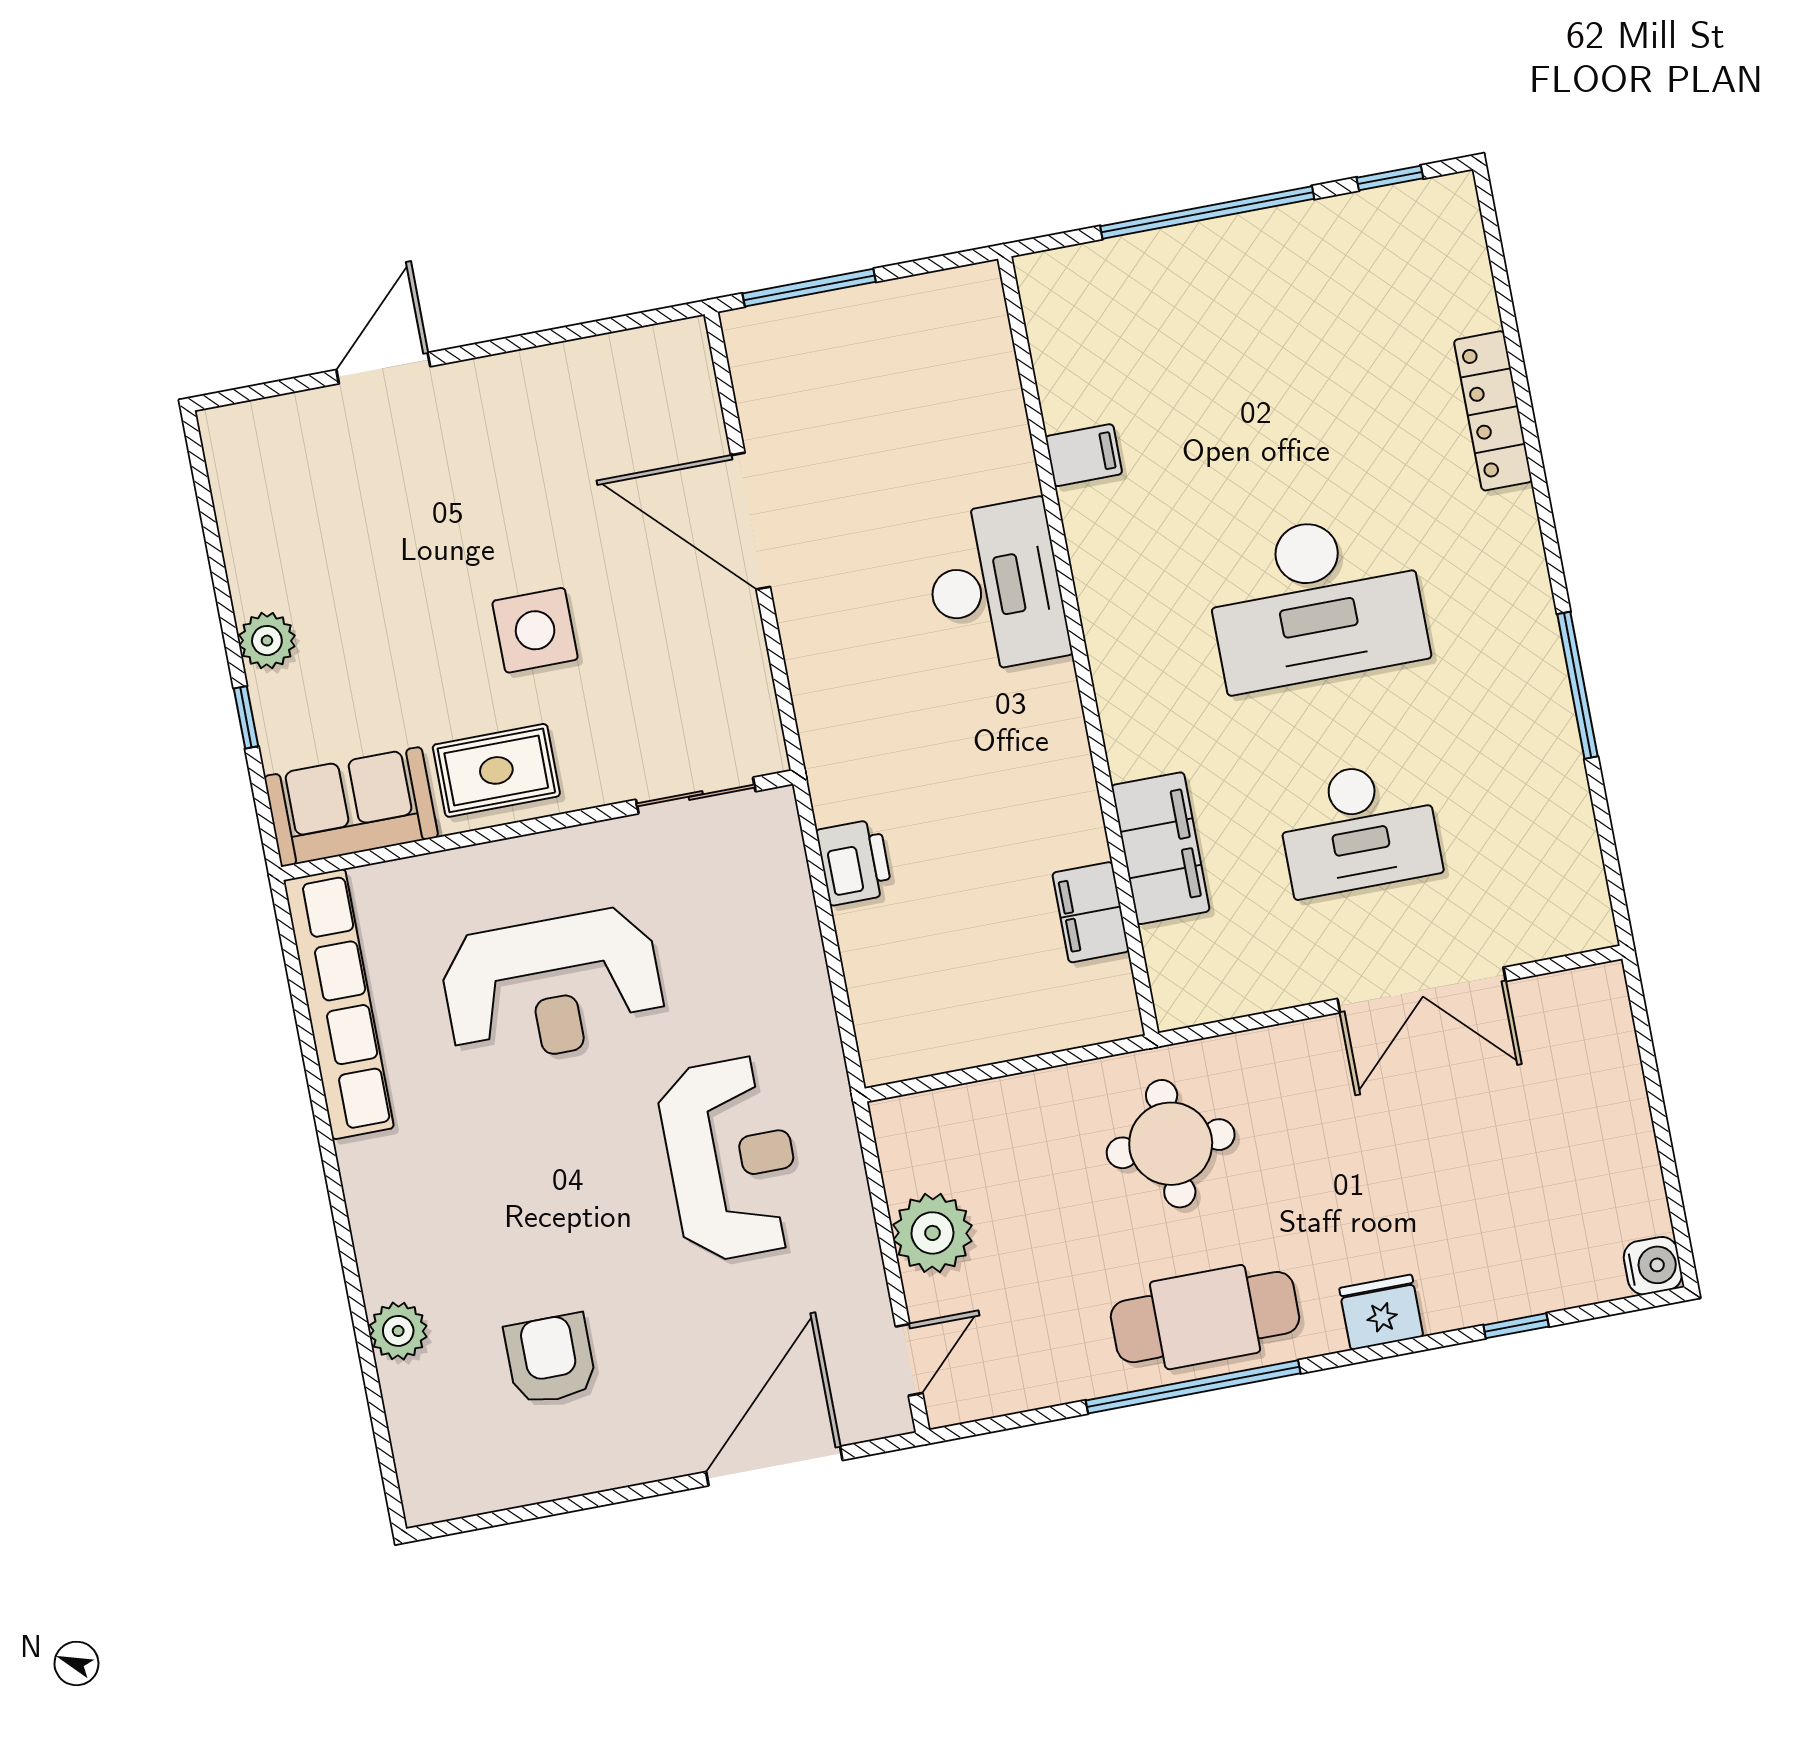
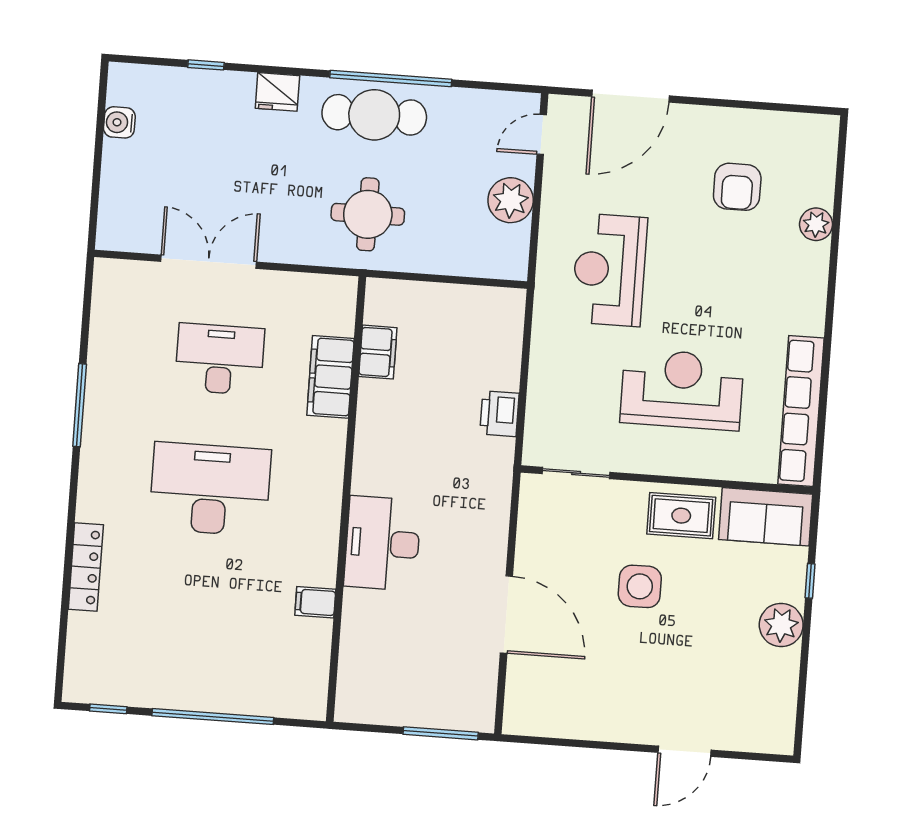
plant: (267, 641) -> (781, 625), width x1.36, depth x1.36
water cooler: (1653, 1266) -> (119, 122), moved

